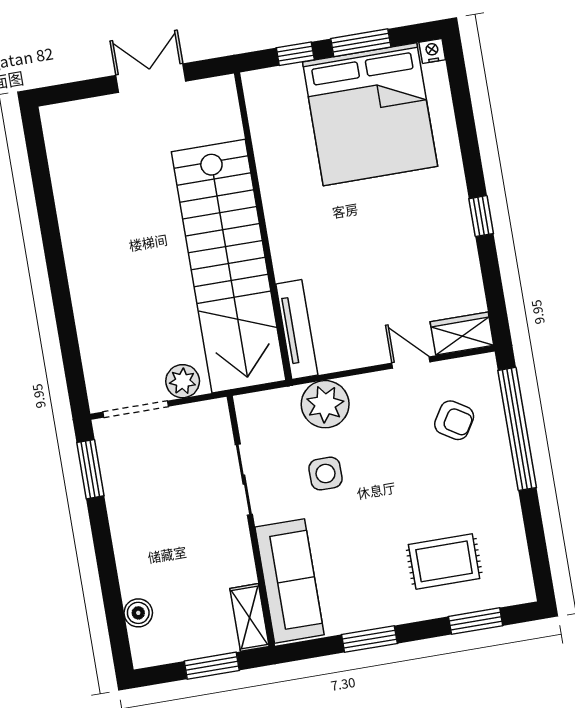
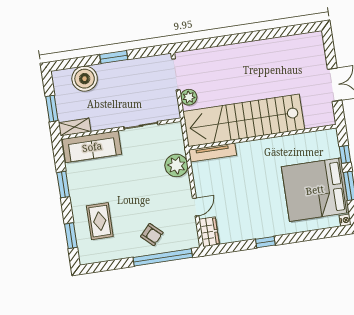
armchair: (454, 420) -> (152, 235), moved, turned -79
window: (90, 469) -> (114, 57), moved
side table: (326, 474) -> (143, 165), removed
boiler: (138, 613) -> (85, 79), width x1.86, depth x1.86

